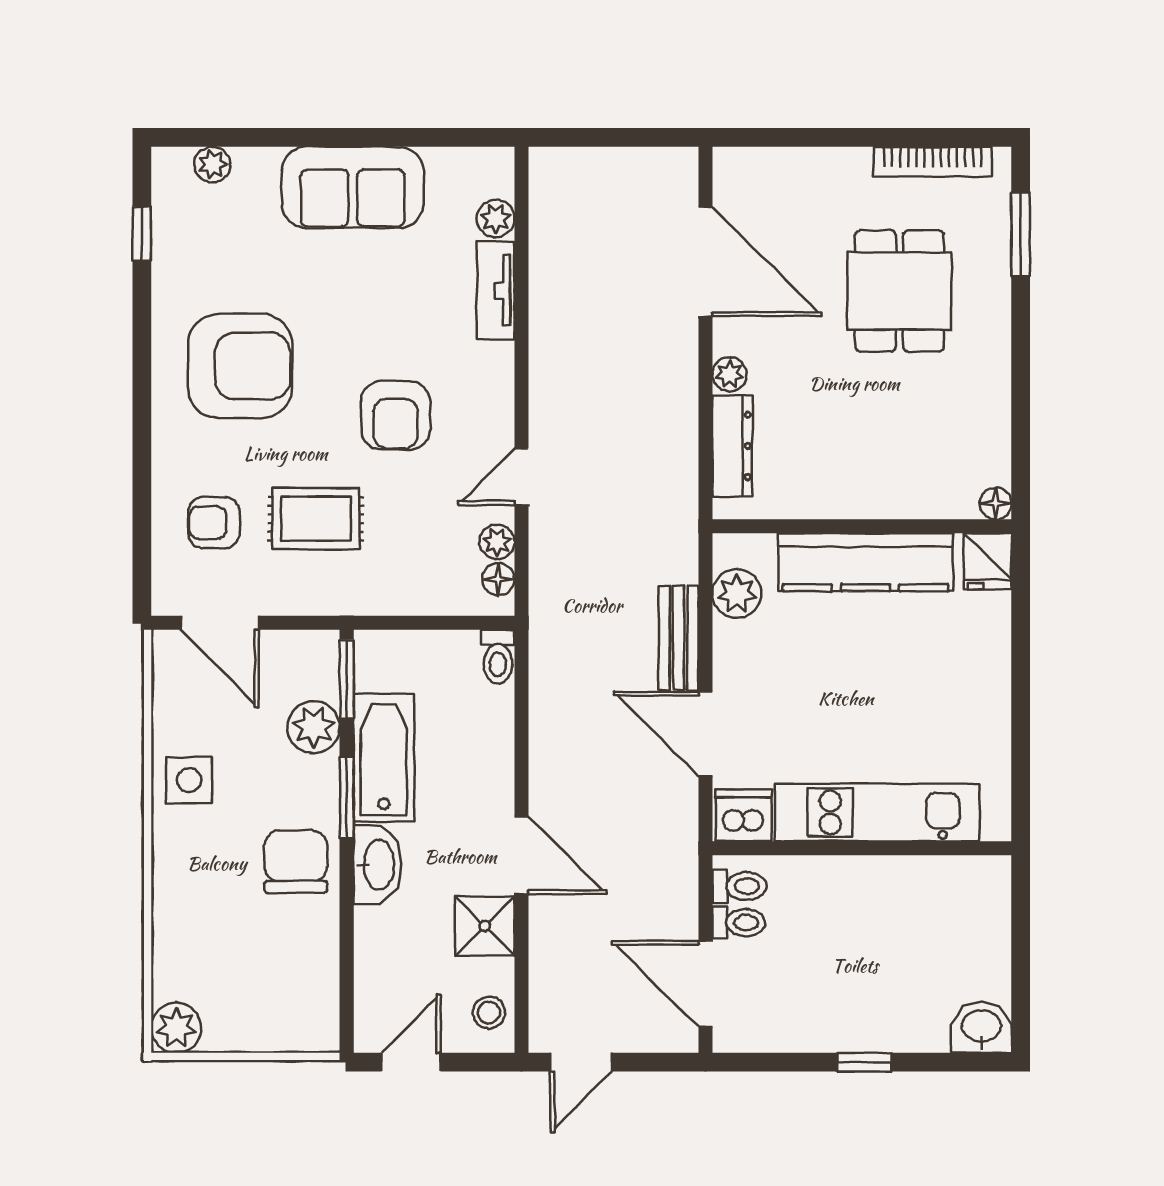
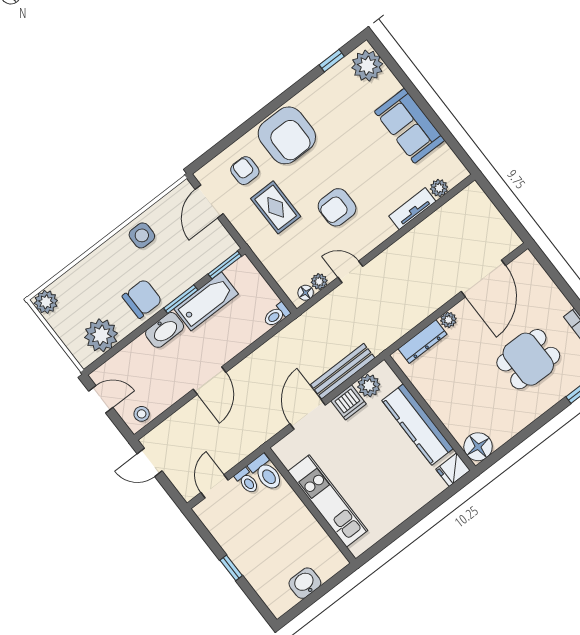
plant: (212, 165) -> (367, 66), width x1.87, depth x1.87
armchair: (240, 366) -> (287, 135), moved
floor lamp: (996, 503) -> (478, 447), width x1.89, depth x1.89
bench: (679, 638) -> (343, 371), width x1.36
plant: (314, 727) -> (101, 335), moved, width x1.36, depth x1.36
dishwasher: (744, 815) -> (348, 402), moved, turned 90
toilet: (739, 886) -> (266, 473), width x1.37, depth x1.39
shower: (485, 926) -> (173, 387), removed
door: (705, 984) -> (215, 486), width x0.73
washbasin: (981, 1027) -> (305, 583), moved, turned -90

